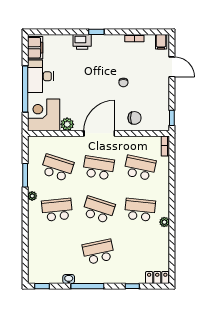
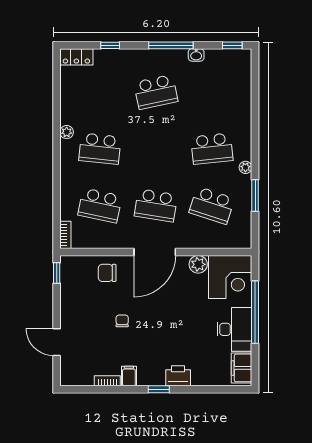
filing cabinet: (161, 42) -> (129, 376), moved
school desk: (98, 210) -> (156, 149), removed

